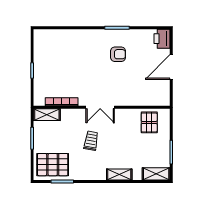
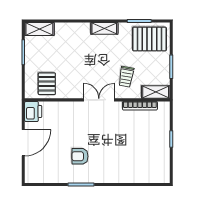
printer: (162, 39) -> (33, 111), moved
trolley: (91, 141) -> (126, 77), moved
shelving: (119, 174) -> (104, 28), moved

